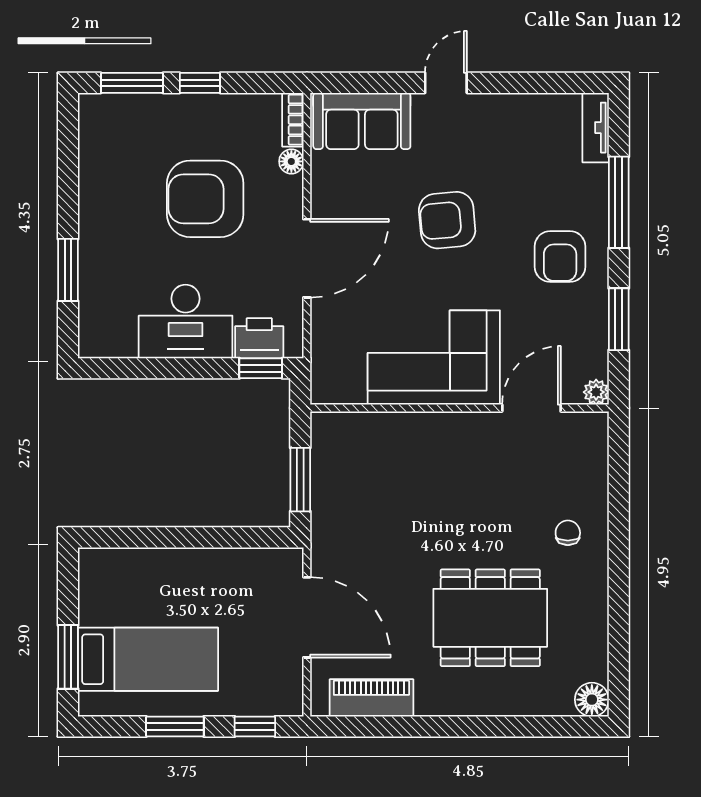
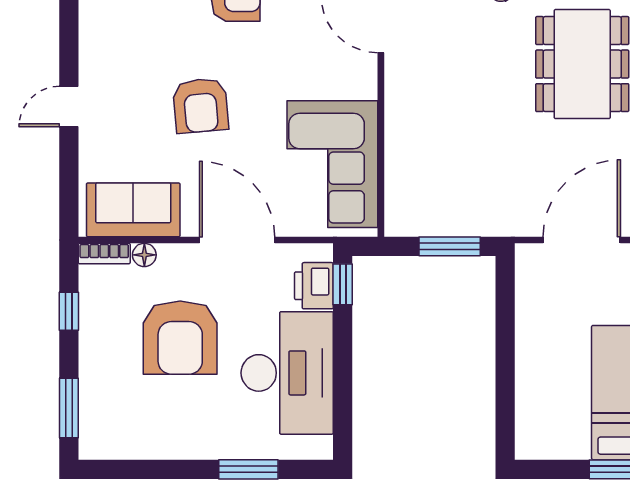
window: (200, 83) -> (69, 311), moved
door: (446, 83) -> (69, 107), hinge flipped
sofa: (362, 121) -> (133, 210), moved, turned -90
desk: (186, 321) -> (287, 373), width x1.36, depth x1.30
corner sofa: (434, 358) -> (332, 164), moved

